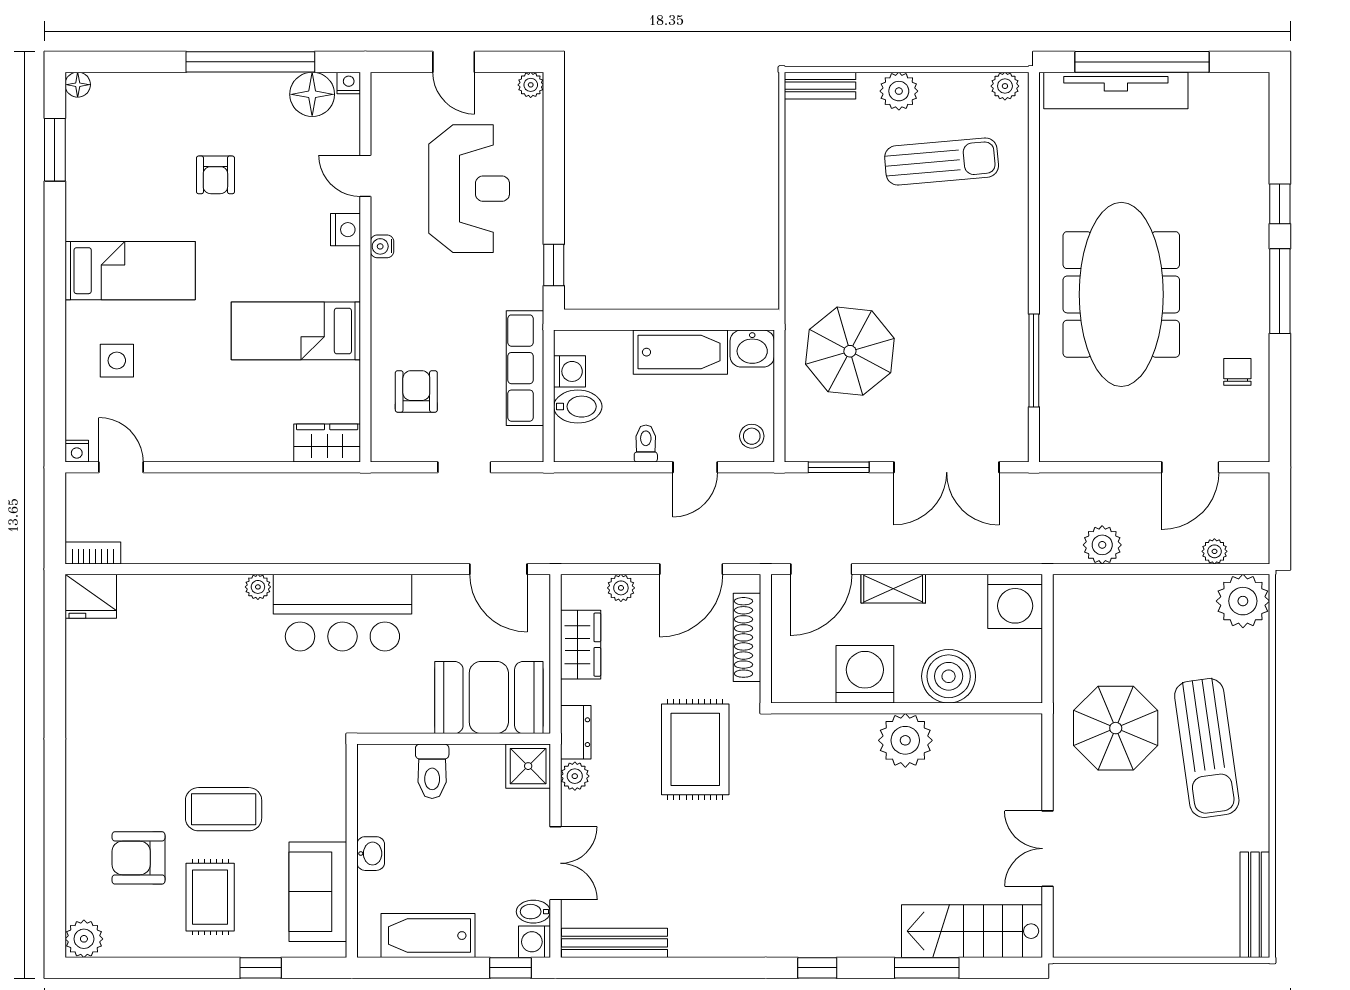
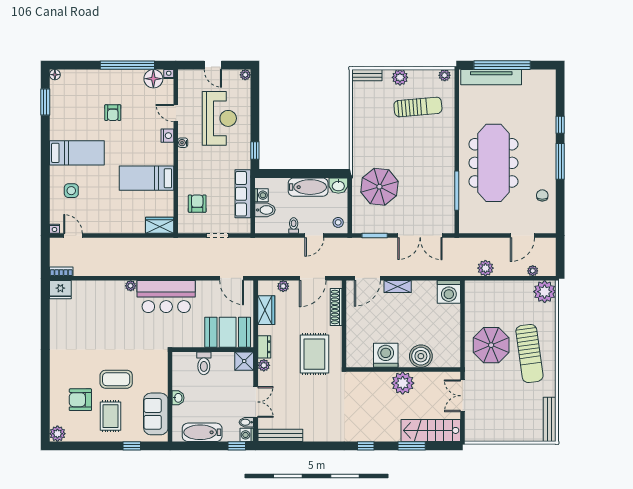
washing machine: (865, 674) -> (386, 355), moved
boiler: (949, 676) -> (421, 356), moved
wall: (907, 708) -> (403, 370), moved
plant: (905, 740) -> (403, 383), moved

